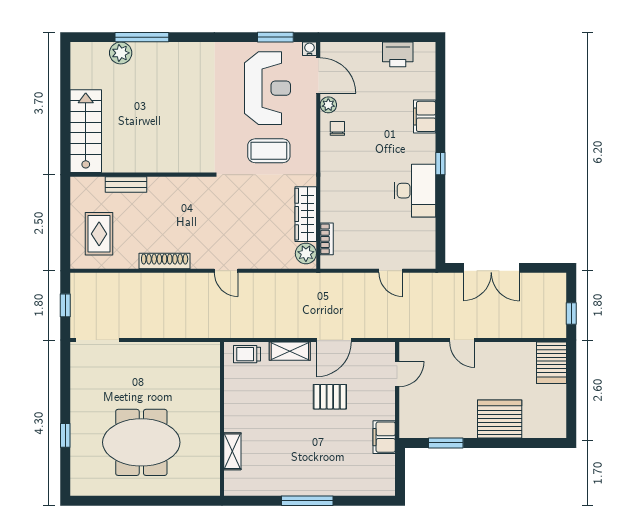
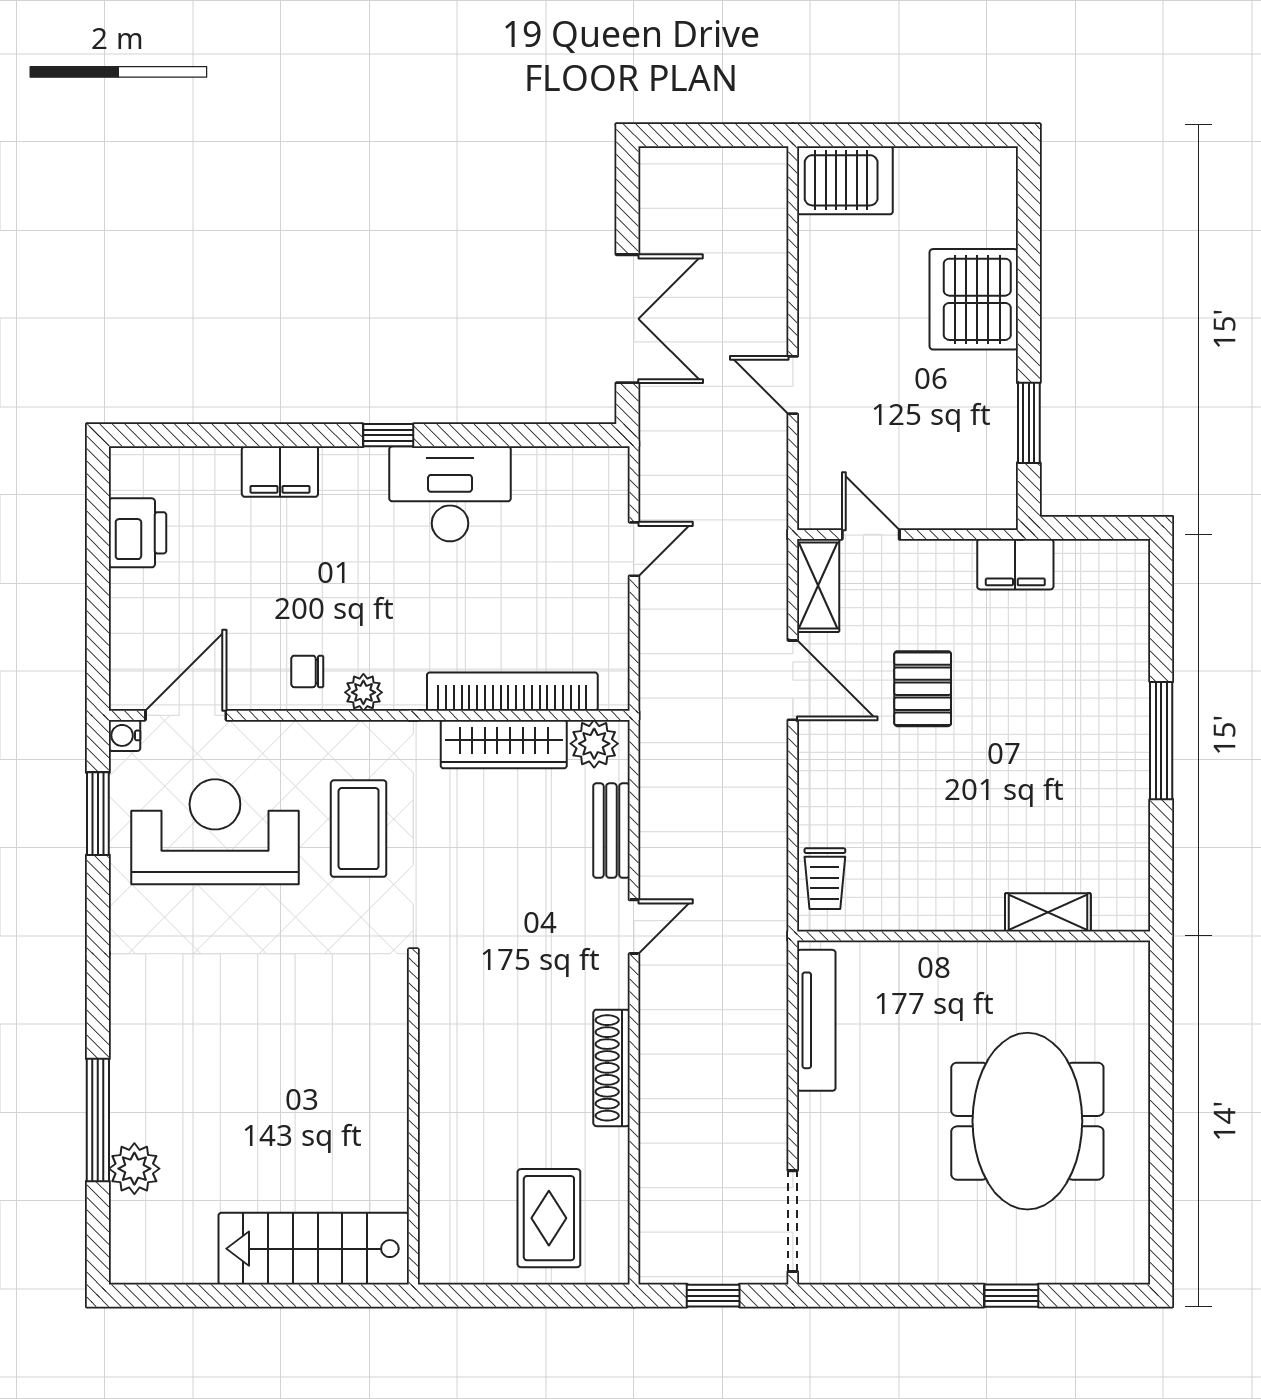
plant: (328, 105) -> (363, 692), moved
bench: (126, 184) -> (611, 831), moved
rug: (99, 234) -> (549, 1218), turned 90
bookcase: (327, 239) -> (512, 692), width x2.31, depth x1.31
window: (571, 314) -> (732, 135), removed
door: (462, 340) -> (793, 385), swing flipped
tv unit: (185, 350) -> (816, 1020), added
shelving: (290, 351) -> (818, 586), moved

